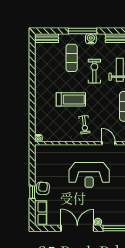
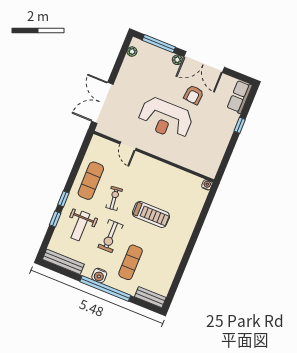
window: (82, 31) -> (105, 288), width x1.46
treadmill: (71, 99) -> (151, 214), turned 180
exercise bike: (84, 125) -> (114, 198), moved
reception desk: (89, 175) -> (165, 118), turned 180
armchair: (43, 188) -> (194, 95), moved

